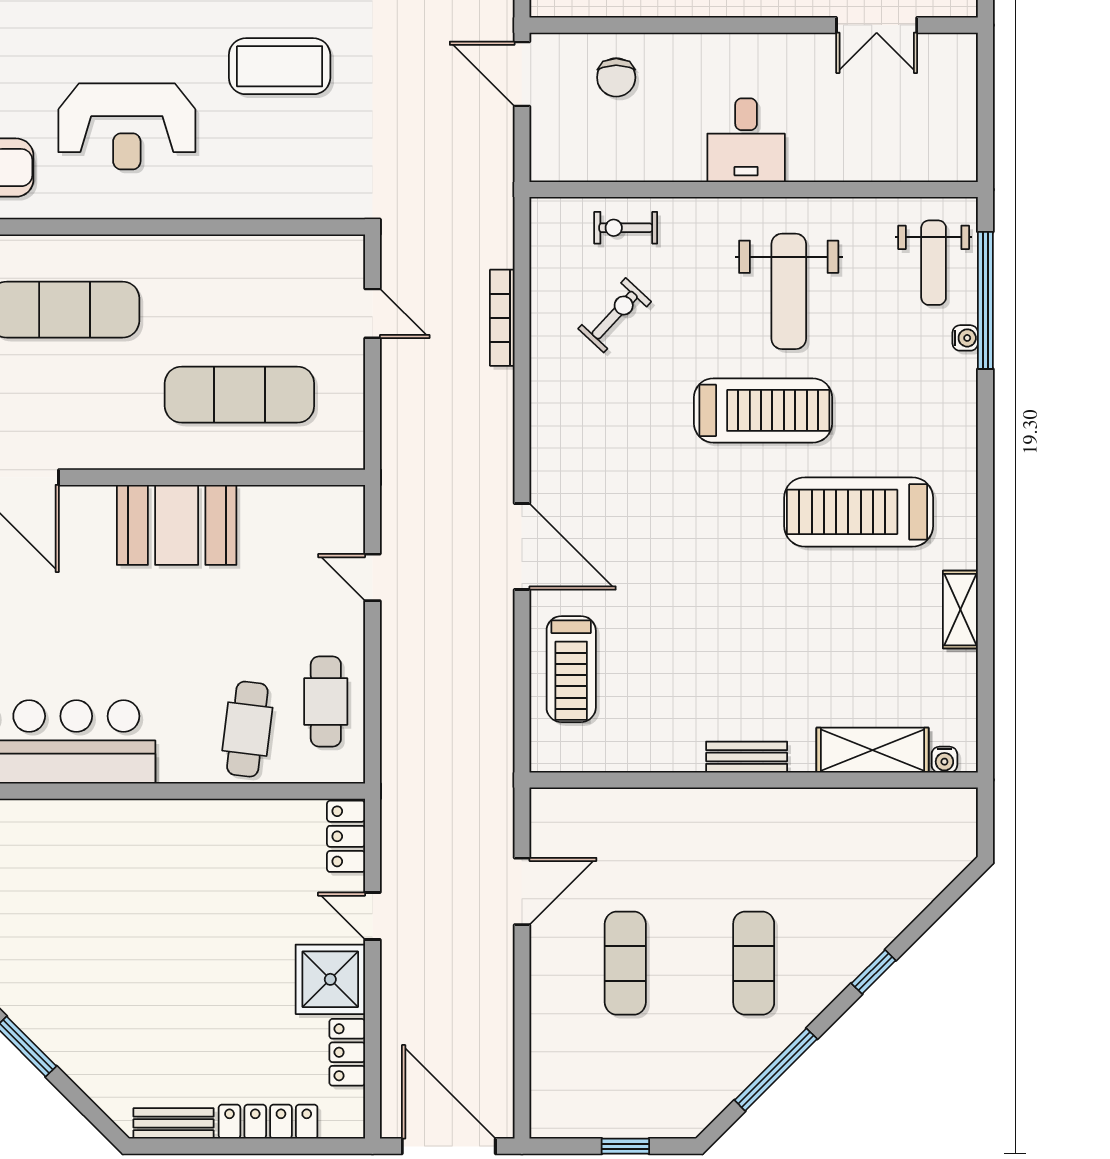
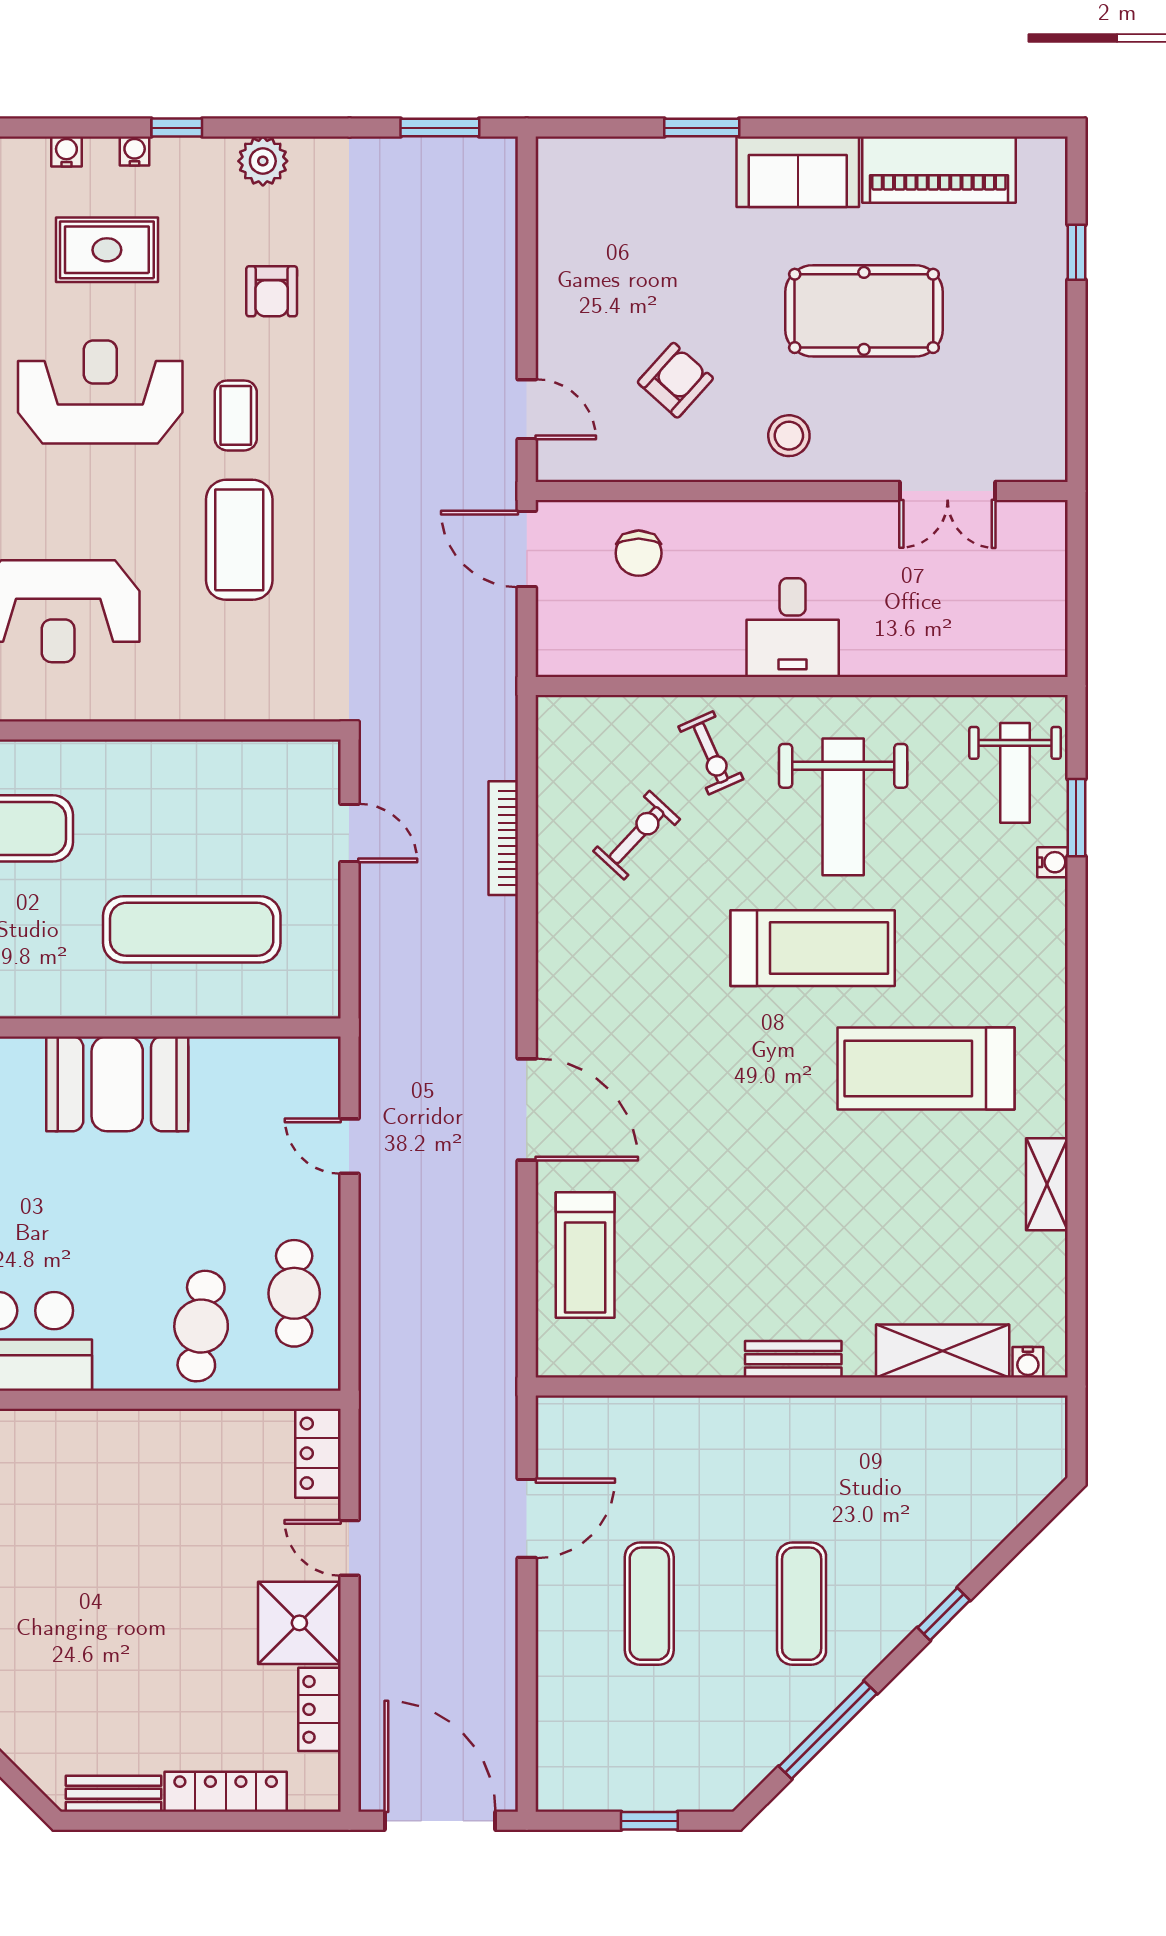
coffee table: (280, 66) -> (239, 540), turned 90
exercise bike: (626, 228) -> (711, 753), moved, turned -114
window: (985, 300) -> (1076, 818), width x0.47

